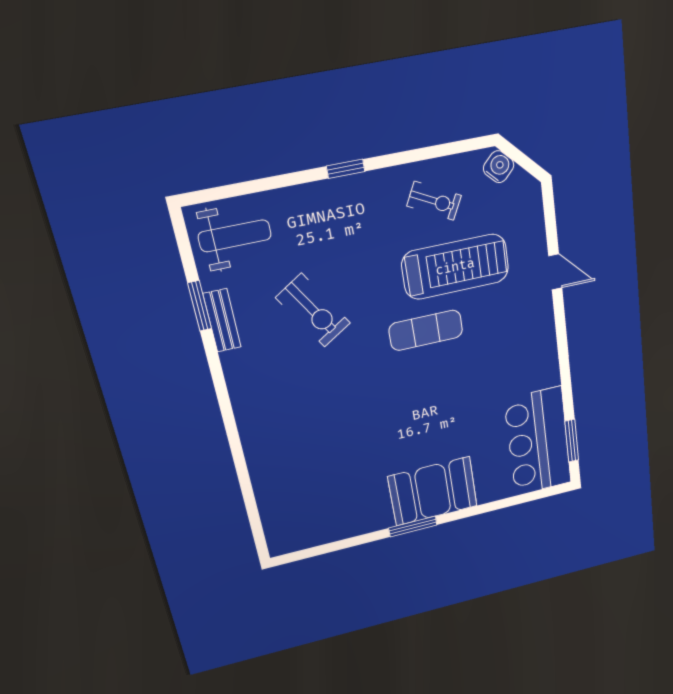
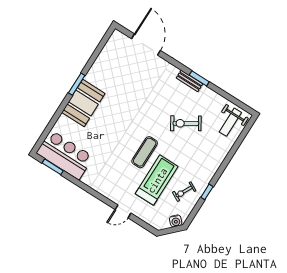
window: (346, 169) -> (207, 192), moved
treadmill: (455, 267) -> (157, 180), turned 180
window: (200, 306) -> (199, 78), moved
bench: (222, 320) -> (190, 81), moved
door: (248, 493) -> (146, 45), added

